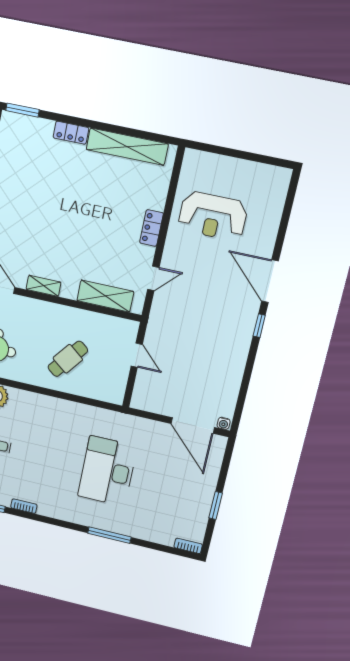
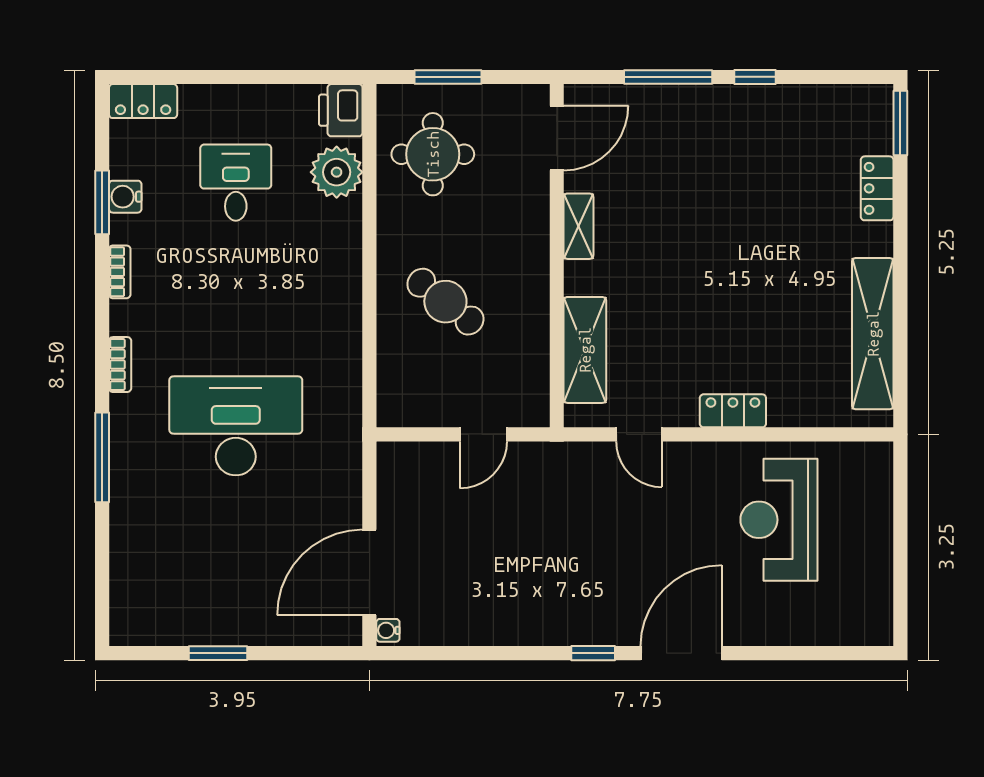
locker: (71, 133) -> (877, 188), moved
bookcase: (188, 546) -> (120, 365), moved

